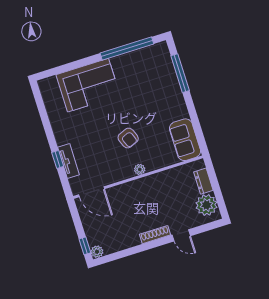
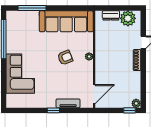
sofa: (185, 140) -> (66, 21), width x1.85, depth x1.27
window: (58, 159) -> (53, 110), moved

